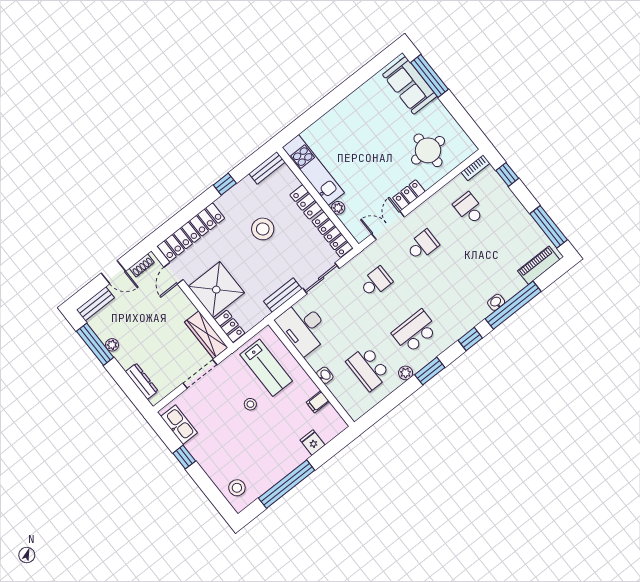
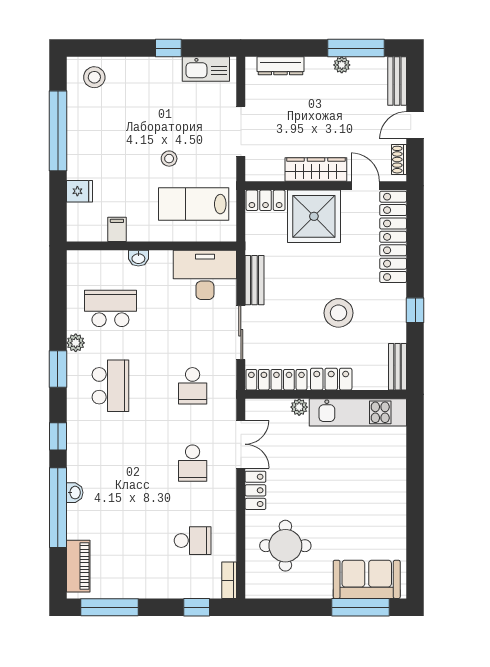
wardrobe: (206, 335) -> (316, 169), moved

